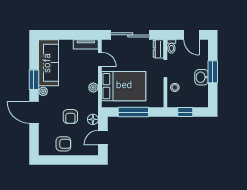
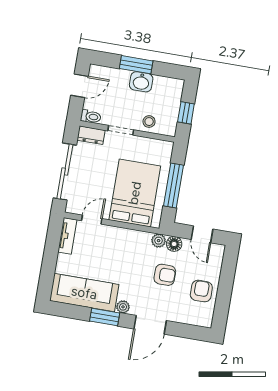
plant: (93, 88) -> (159, 241), moved

